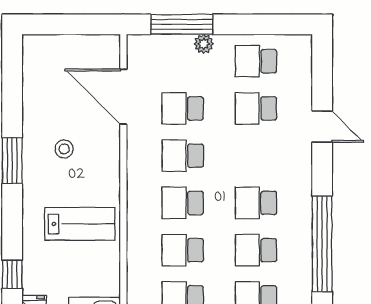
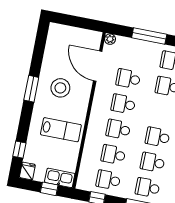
window: (182, 24) -> (149, 36), moved
plant: (204, 44) -> (110, 39), moved
stool: (64, 149) -> (60, 88), width x1.89, depth x1.89

